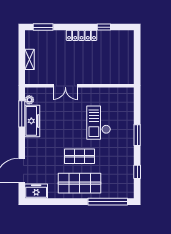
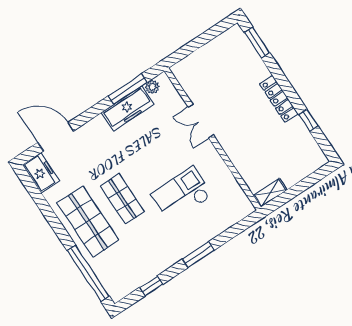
shelving: (30, 59) -> (270, 193), moved

